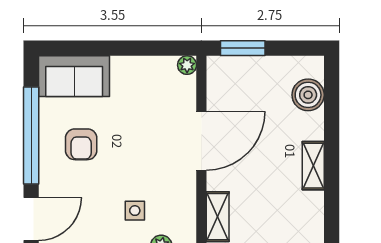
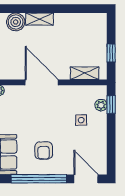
armchair: (81, 144) -> (44, 150), turned 90
shelving: (313, 166) -> (40, 19), moved

